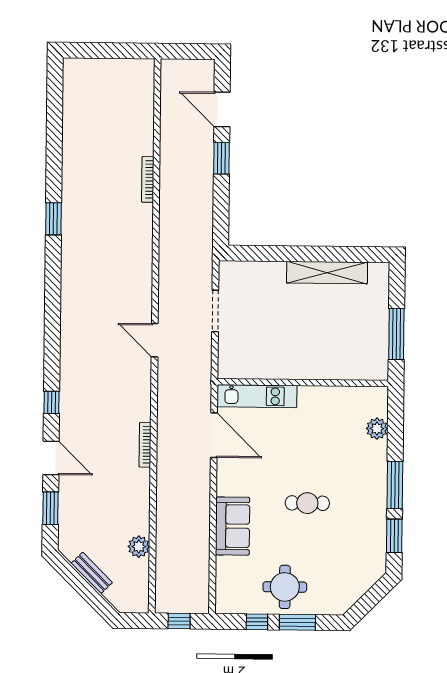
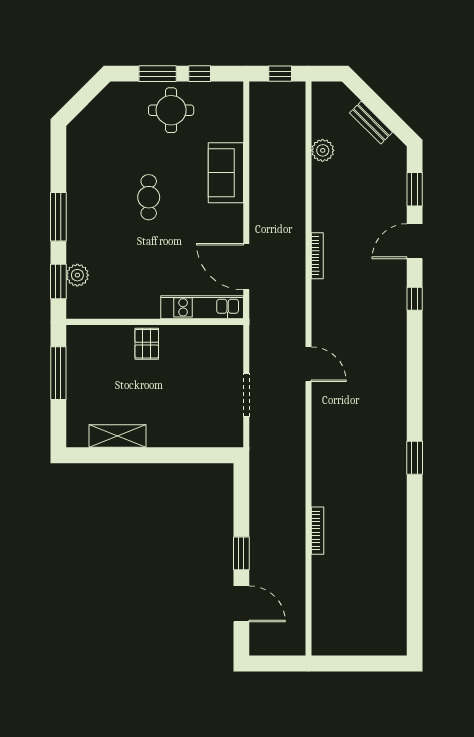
window: (53, 219) -> (415, 458), moved
shelving: (327, 273) -> (117, 436), width x0.68
pallet: (311, 362) -> (147, 344), added
door: (51, 458) -> (415, 241), hinge flipped
cafe table: (307, 503) -> (149, 197), turned 90
window: (394, 536) -> (58, 282), moved

